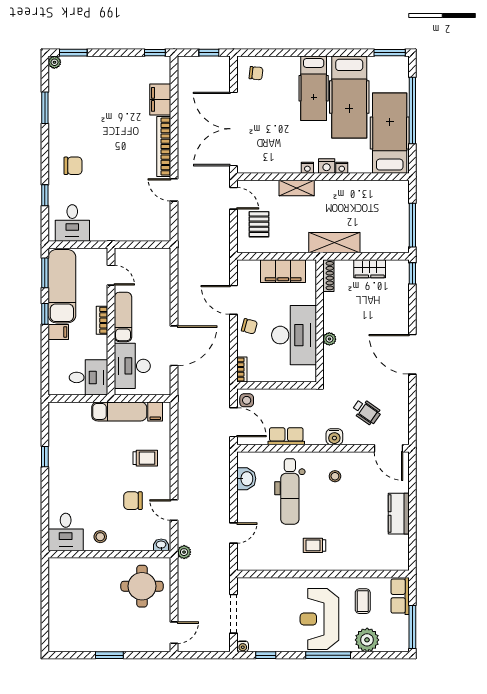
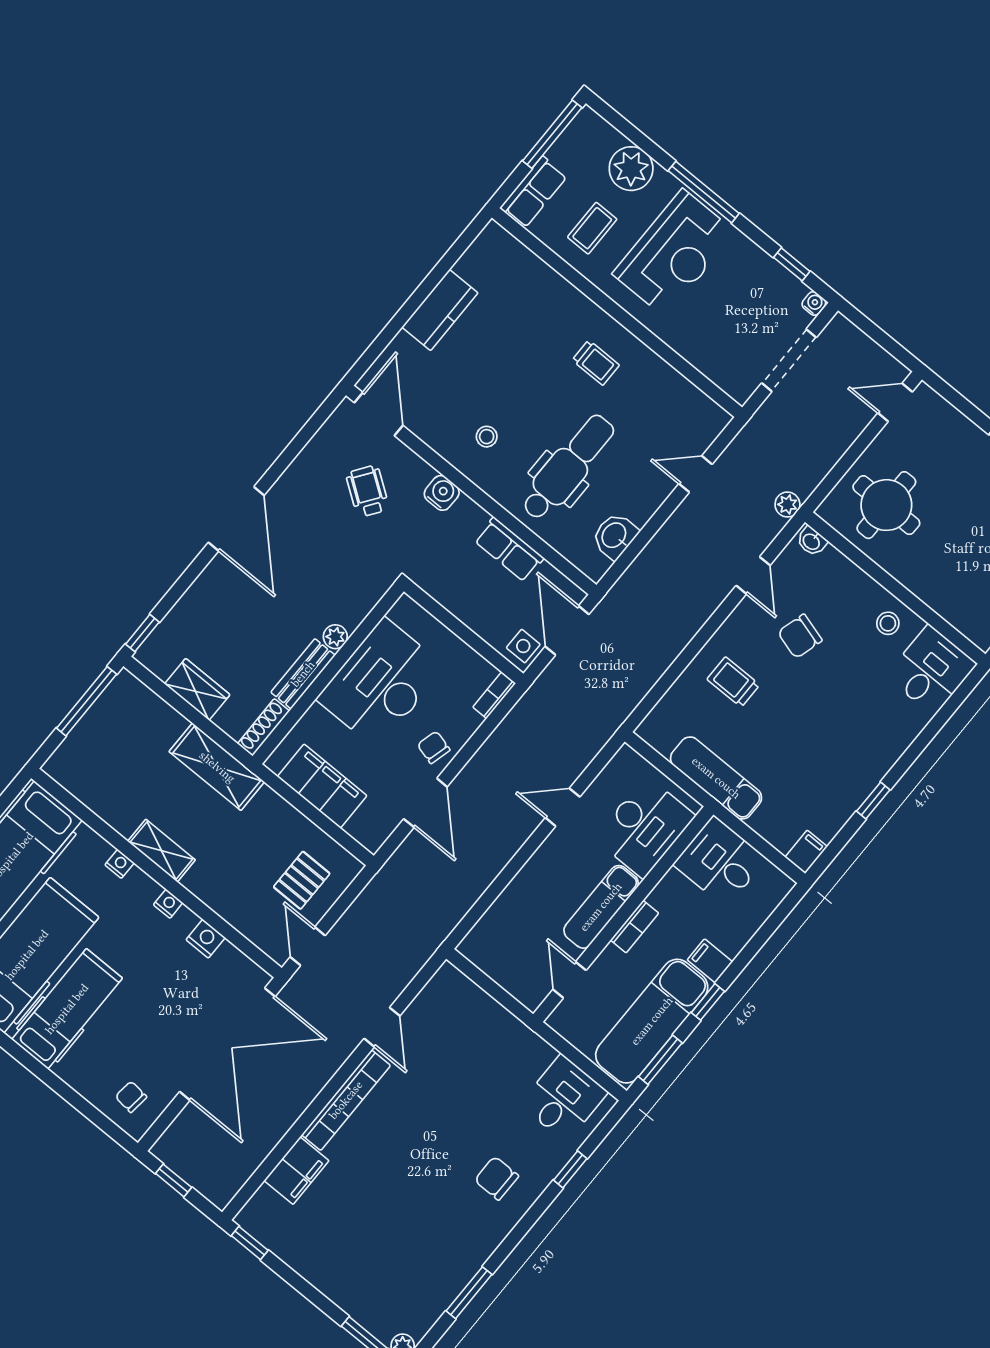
nightstand: (327, 166) -> (206, 939), moved
shelving: (297, 188) -> (161, 851), moved
bench: (330, 312) -> (303, 674), added
door: (174, 346) -> (563, 807), width x0.53
filing cabinet: (155, 412) -> (806, 852), moved
chair: (133, 501) -> (800, 636), turned 106

